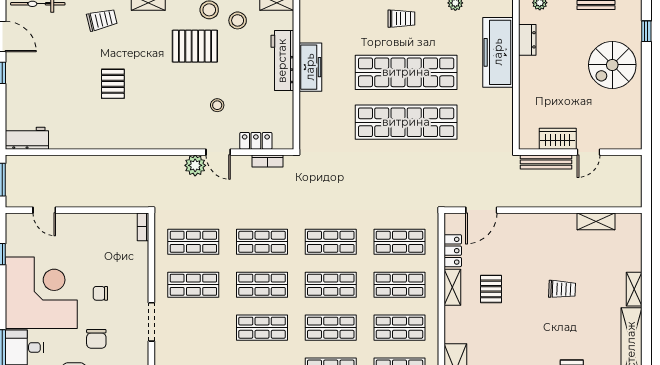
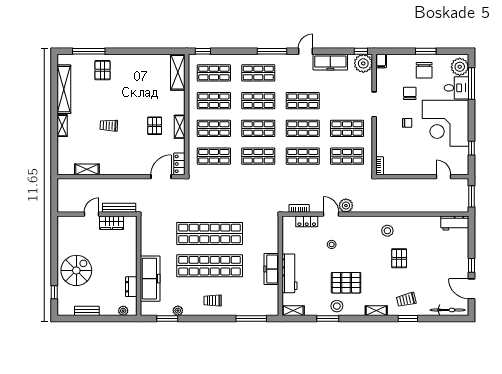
stool: (238, 20) -> (387, 231), moved
locker: (453, 251) -> (179, 164), moved

